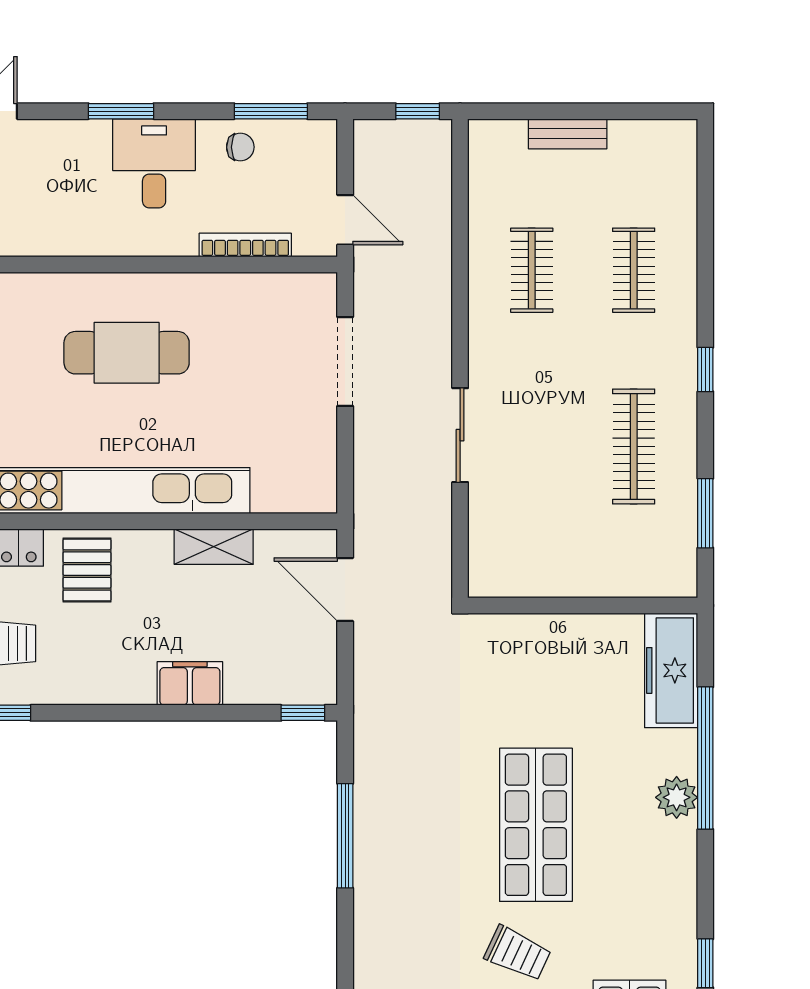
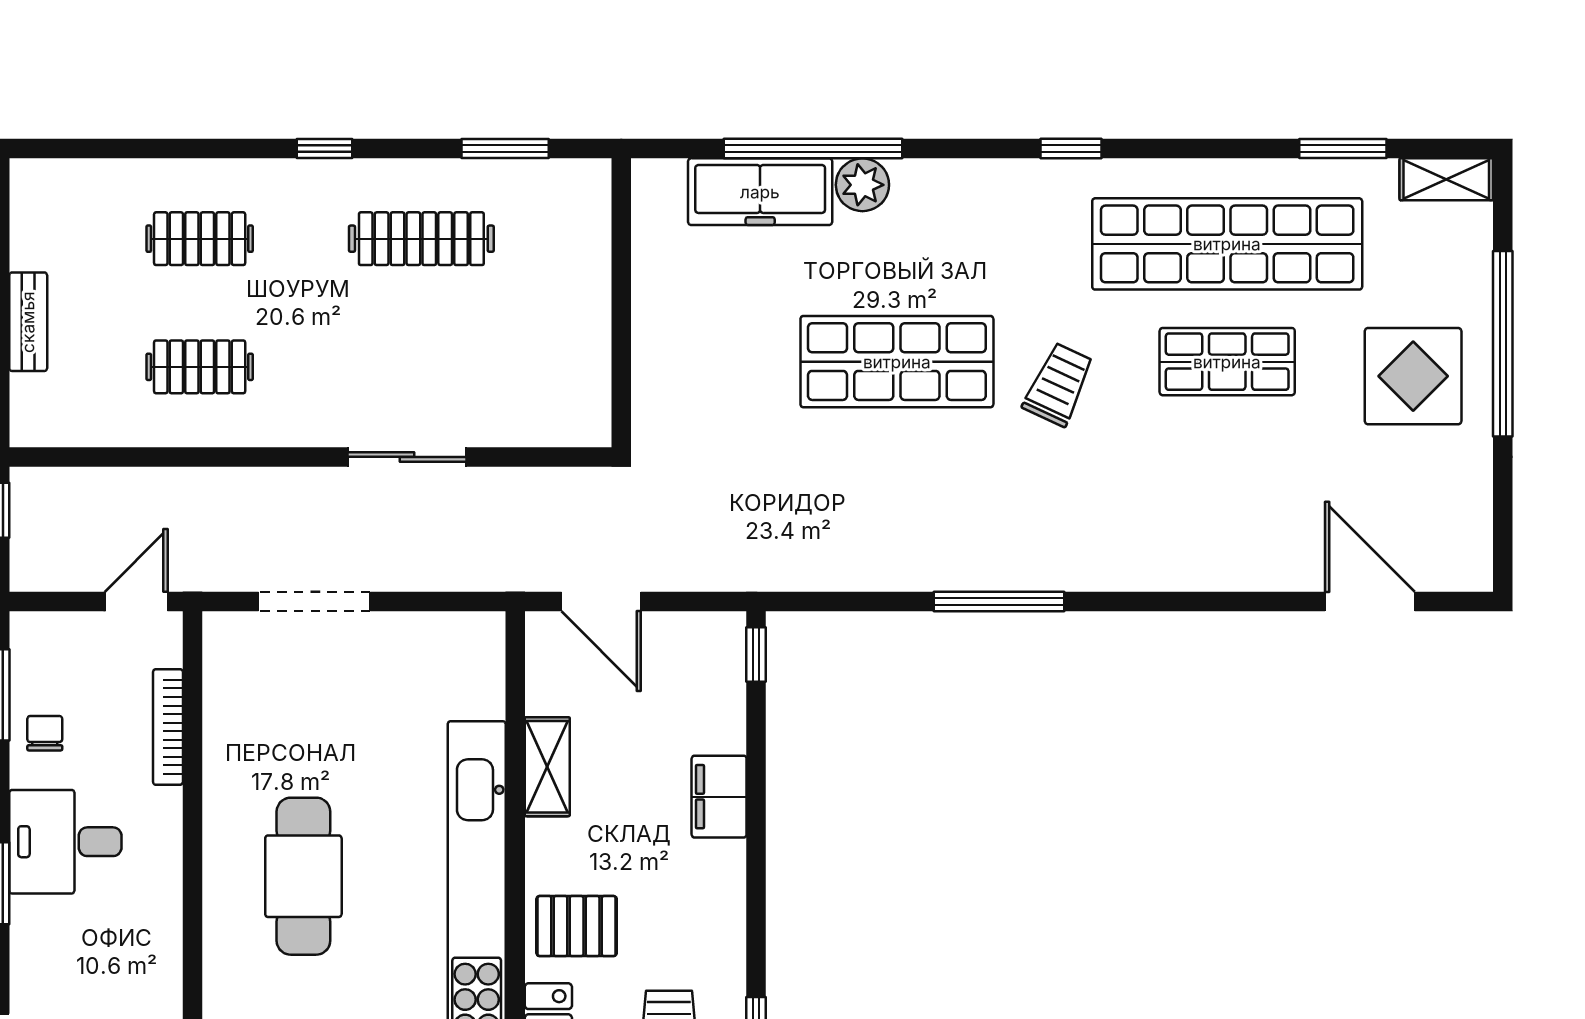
door: (345, 590) -> (601, 601), hinge flipped
freezer: (671, 670) -> (760, 192), moved
window: (345, 836) -> (999, 601), moved

